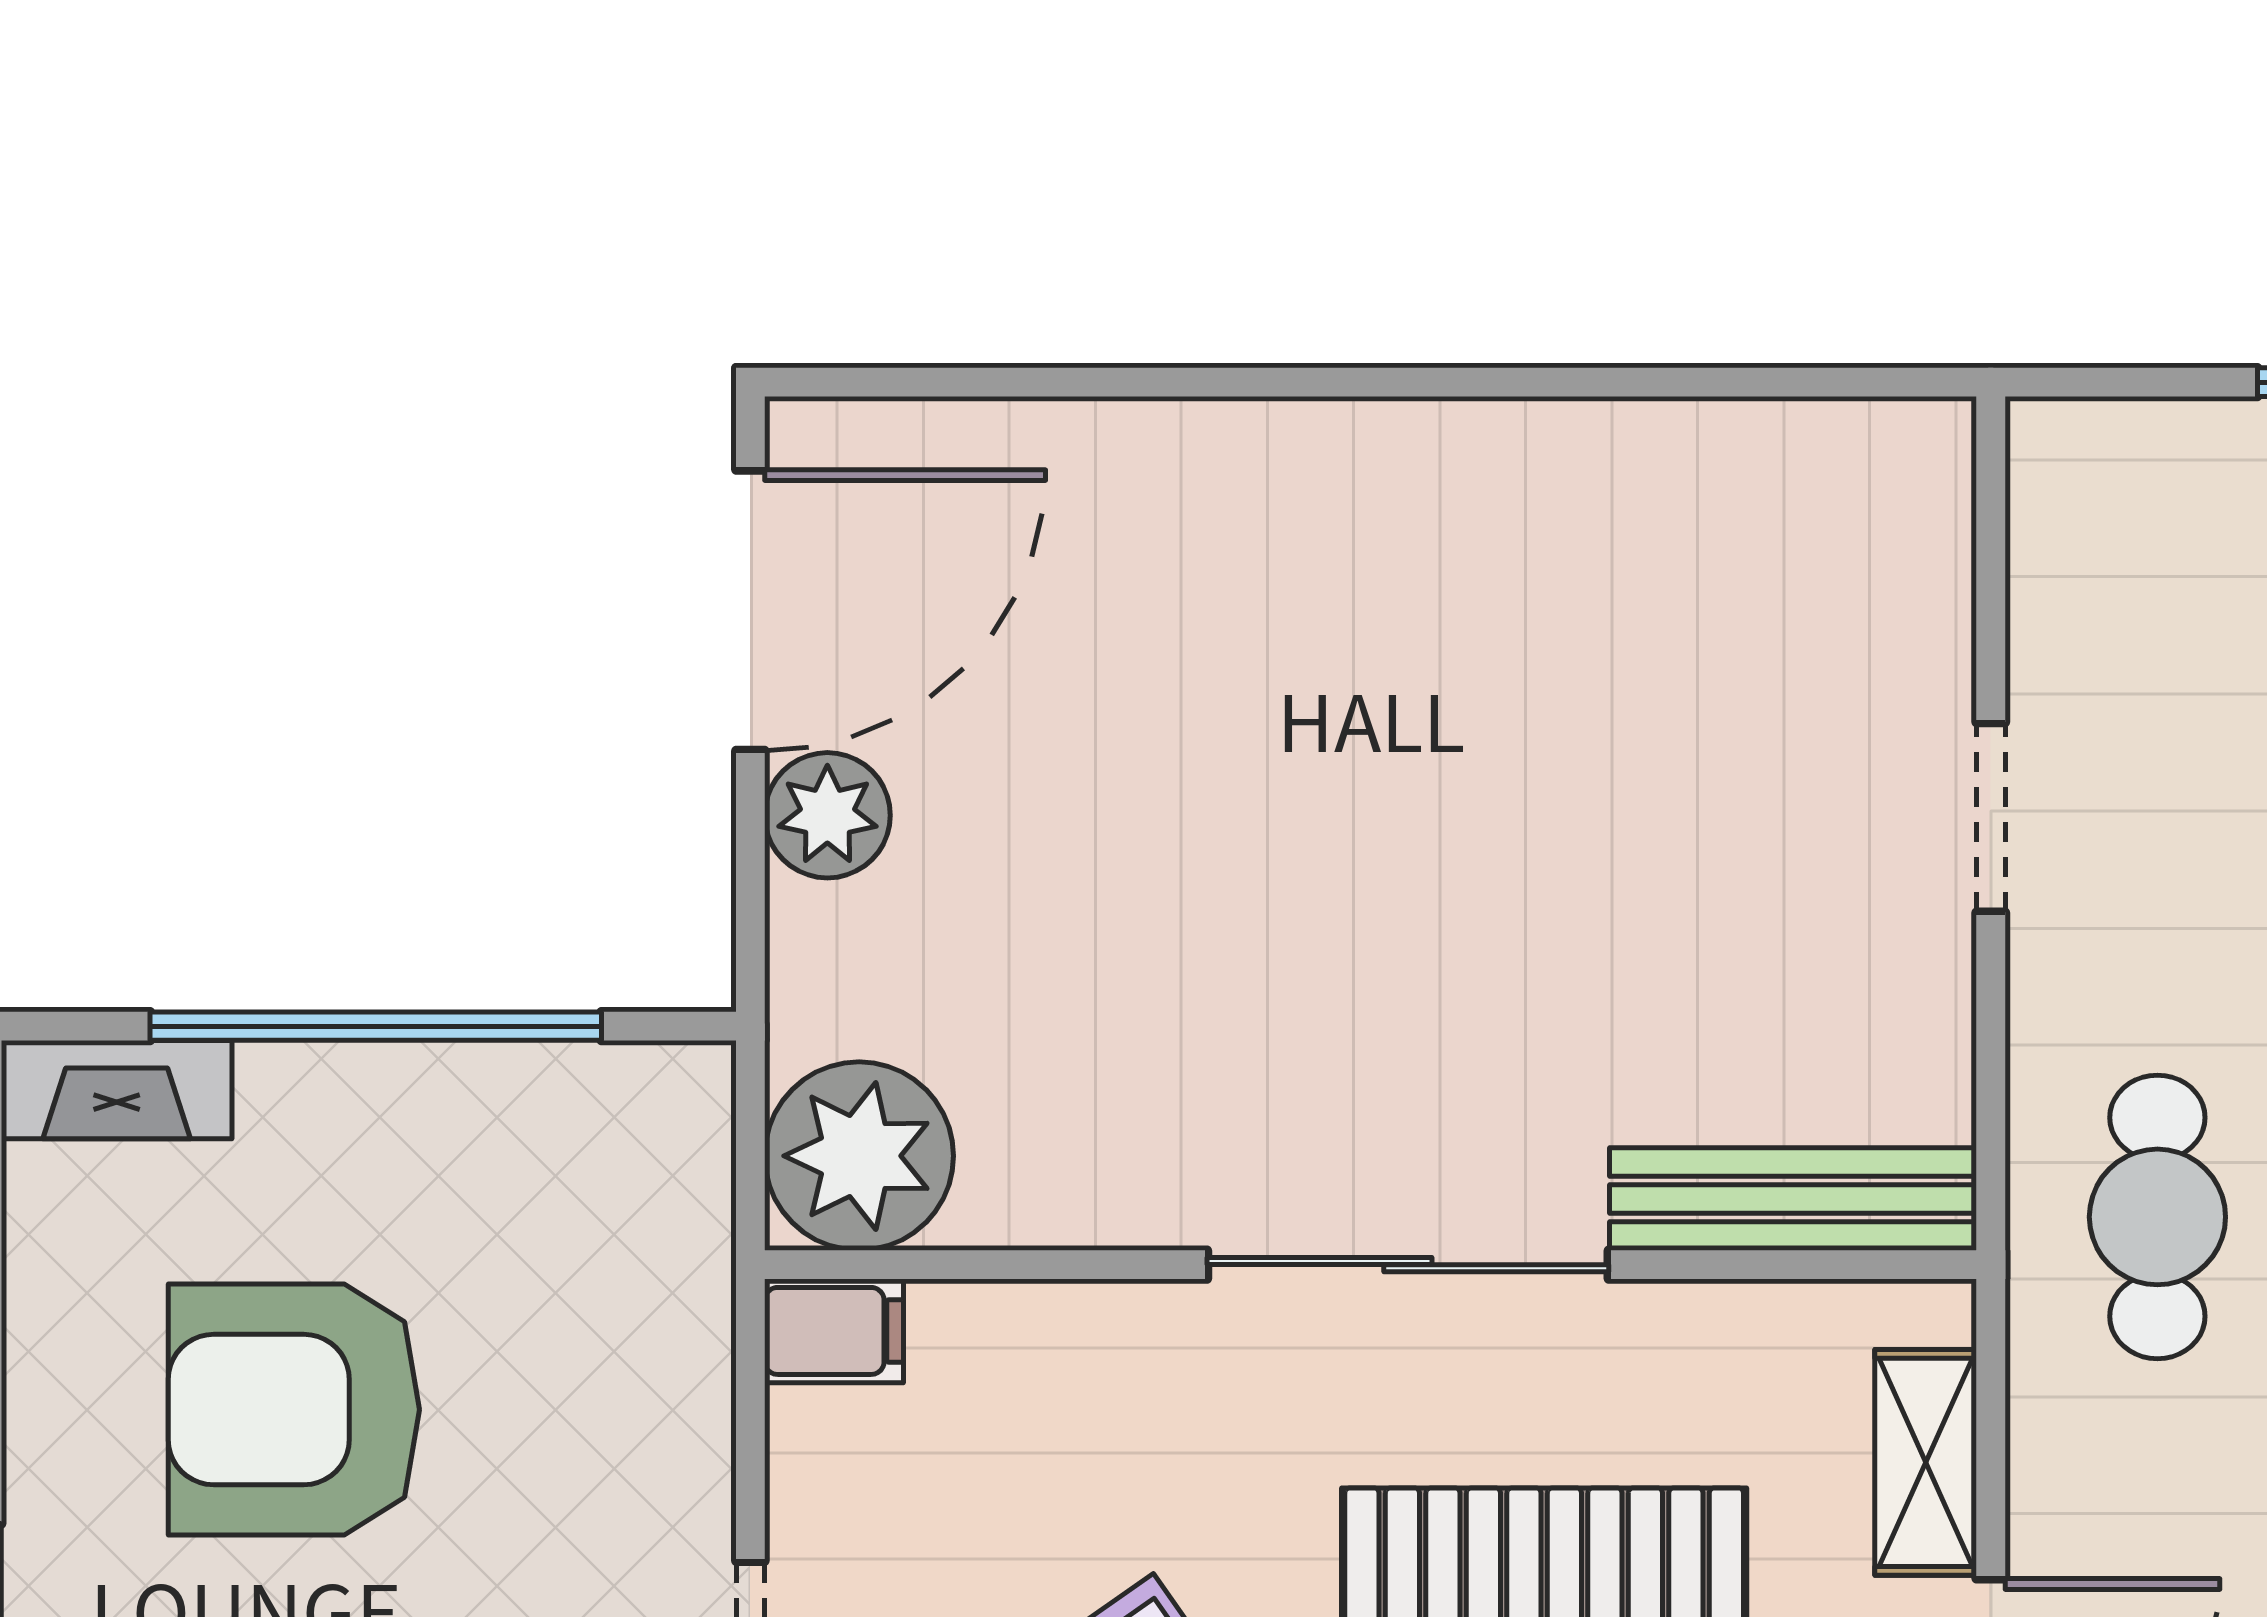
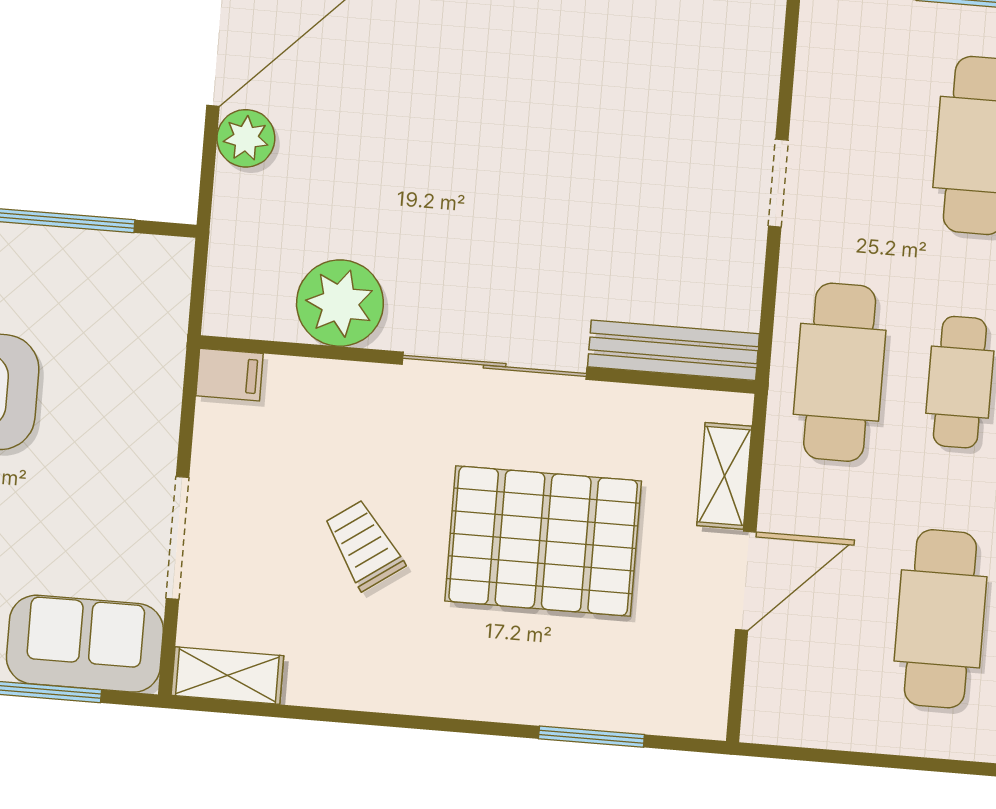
plant: (859, 1156) -> (340, 303), moved
cafe table: (2157, 1217) -> (840, 372), width x1.37, depth x1.35

